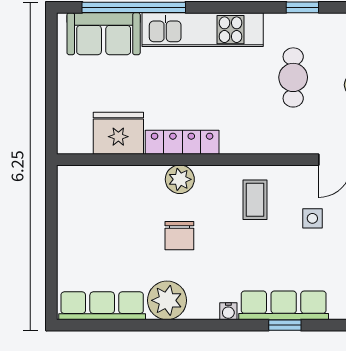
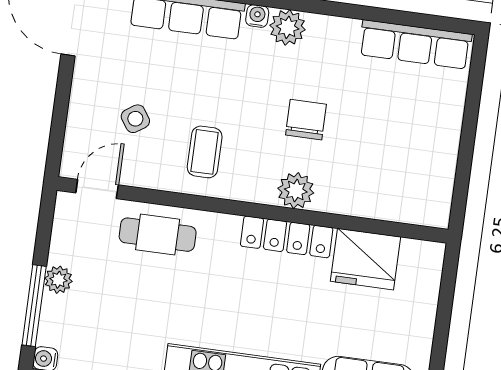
cafe table: (293, 77) -> (158, 235), moved, turned 90
side table: (312, 218) -> (135, 119), turned -34
plant: (167, 300) -> (288, 27), moved, width x0.73, depth x0.73

